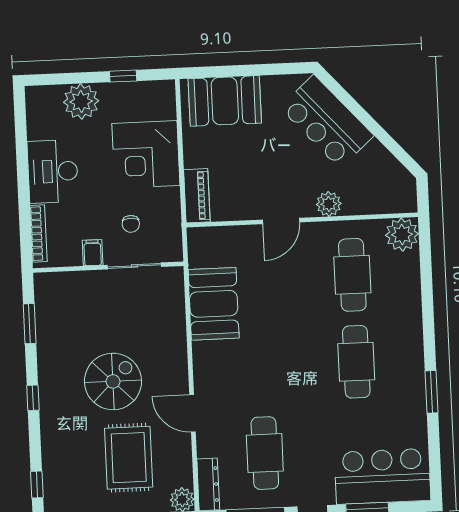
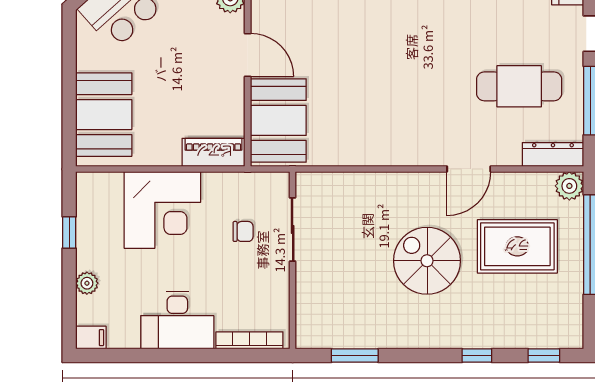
plant: (81, 102) -> (87, 283), width x0.53, depth x0.53
filing cabinet: (93, 253) -> (91, 338), moved, turned 180
booth: (214, 304) -> (278, 120), moved, turned 90
window: (33, 398) -> (477, 356), moved

